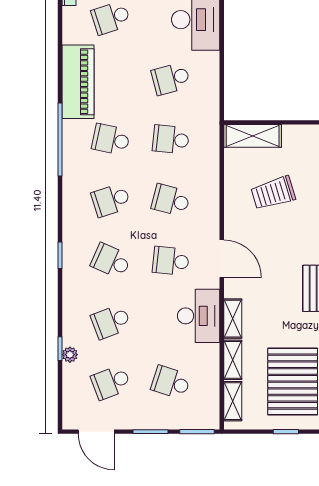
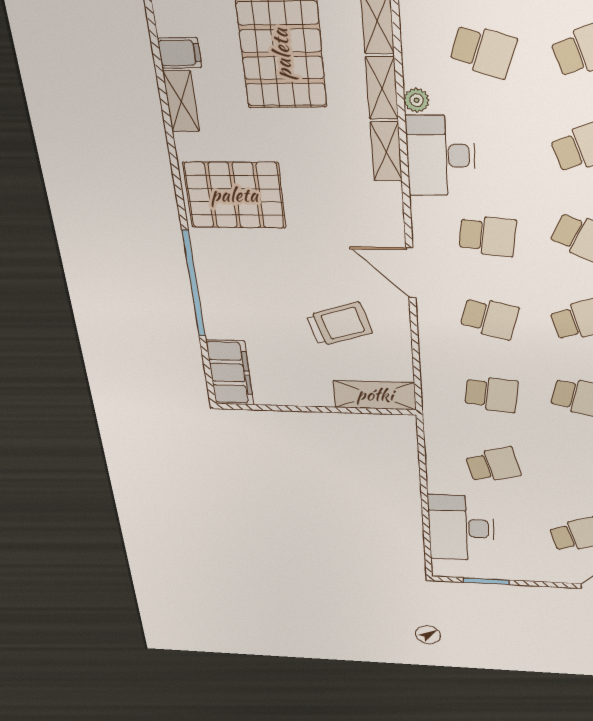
door: (222, 259) -> (411, 273), moved
plant: (212, 352) -> (417, 100), added

